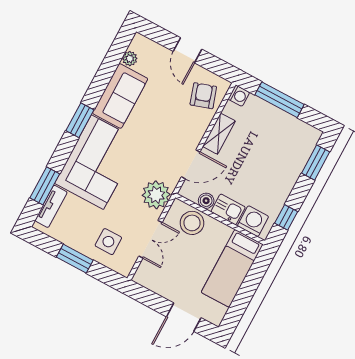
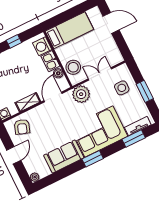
plant: (130, 59) -> (35, 177), moved
armchair: (203, 96) -> (22, 127), turned -53
door: (191, 164) -> (53, 97), hinge flipped
window: (286, 217) -> (14, 41), moved

